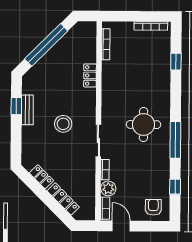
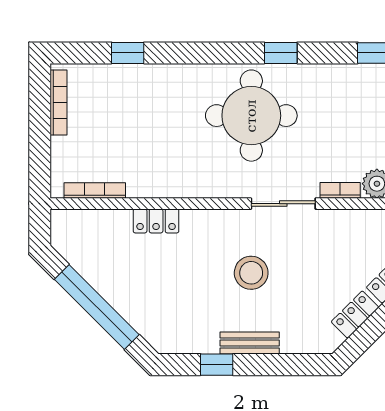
bench: (27, 110) -> (250, 343), moved
round table: (144, 125) -> (251, 116), width x1.36, depth x1.36
window: (175, 140) -> (281, 53), width x0.46

